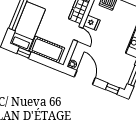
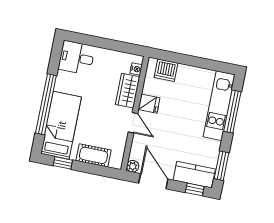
cot: (47, 50) -> (94, 155), width x0.73, depth x0.75
kitchen counter: (114, 78) -> (194, 175), added

